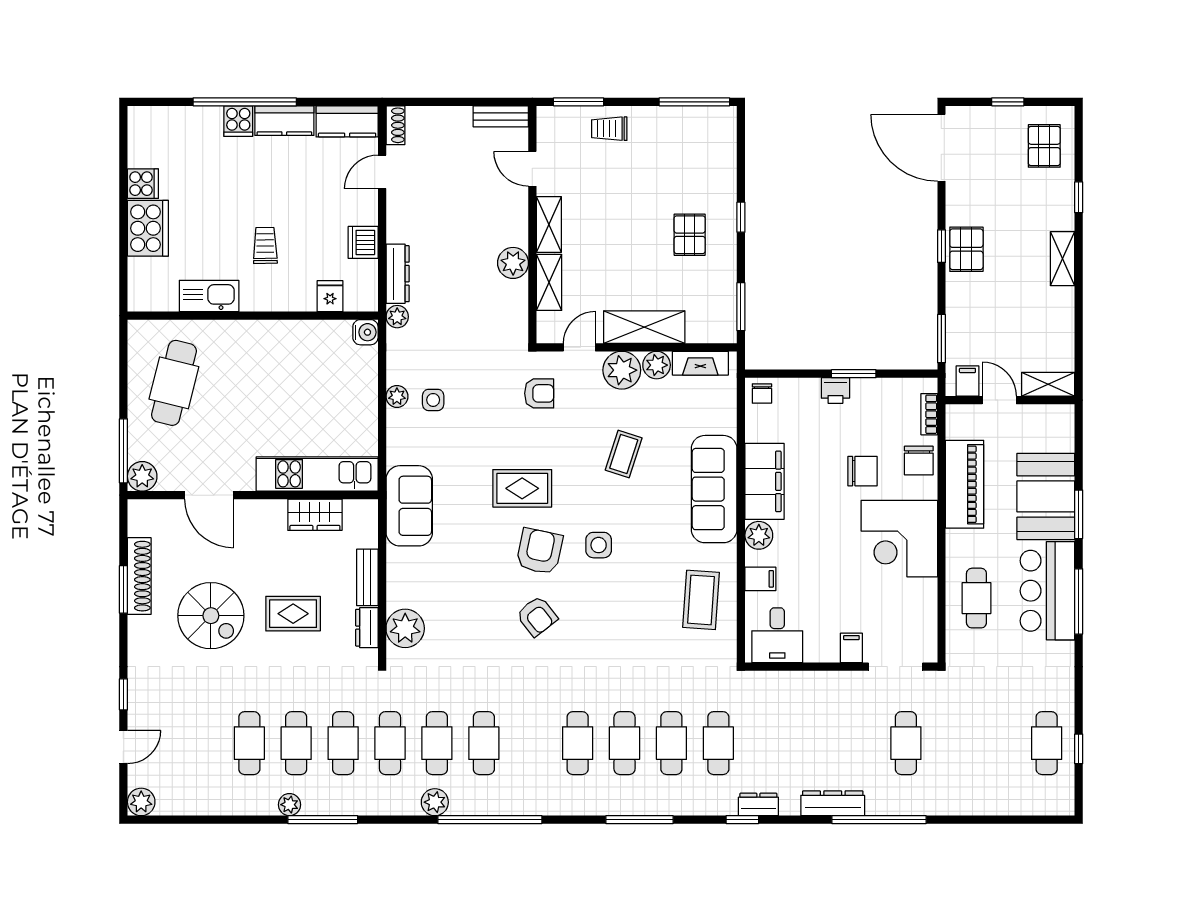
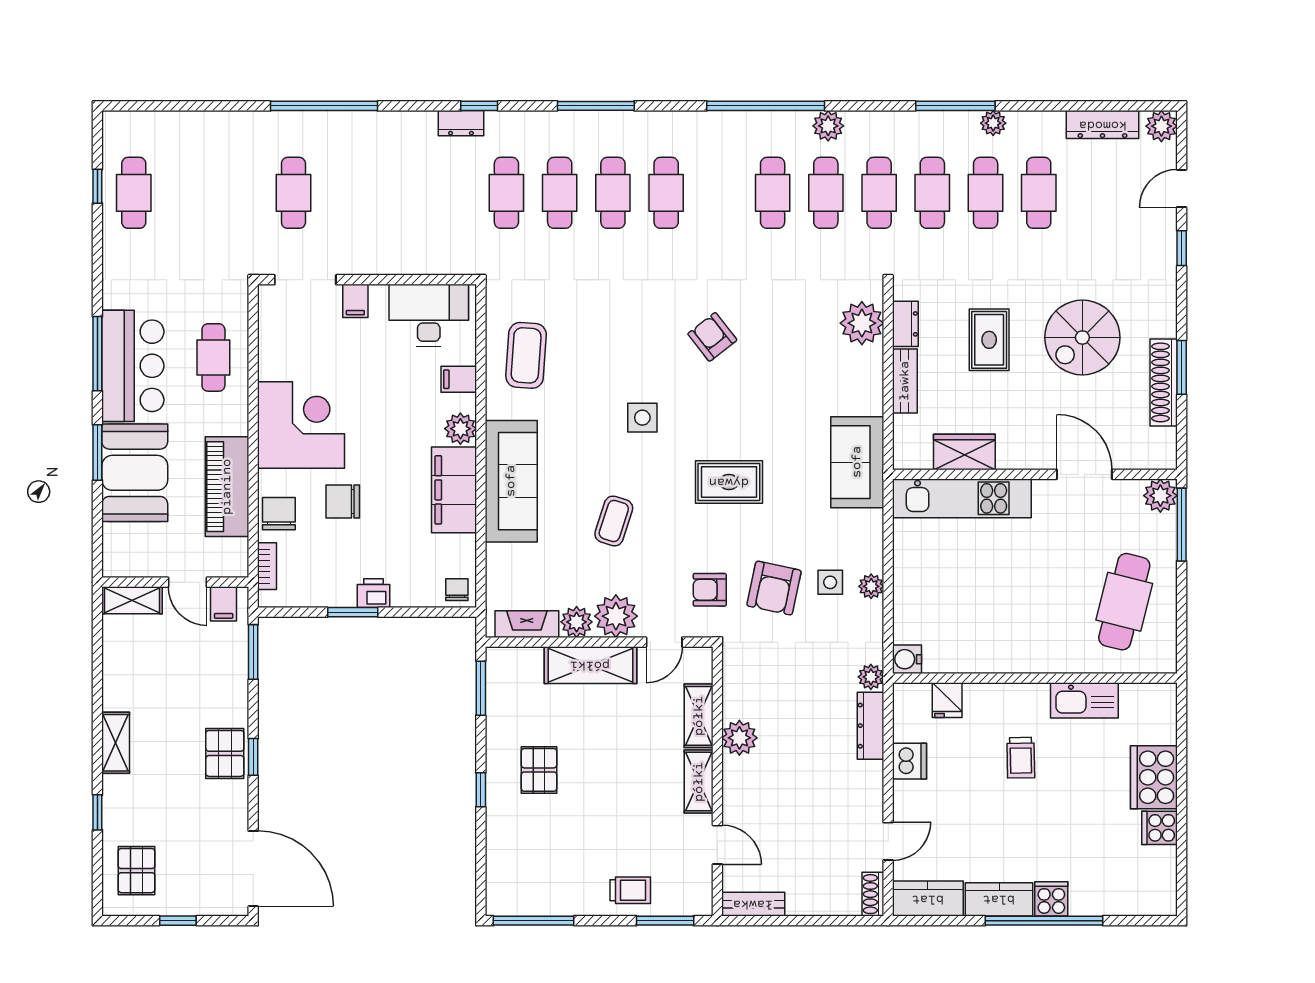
armchair: (539, 551) -> (774, 588), moved
rug: (293, 614) -> (989, 340), turned 90
spiral stairs: (211, 616) -> (1082, 338), turned -90
desk: (777, 635) -> (429, 315), width x1.37
dresser: (833, 803) -> (1103, 125), moved

